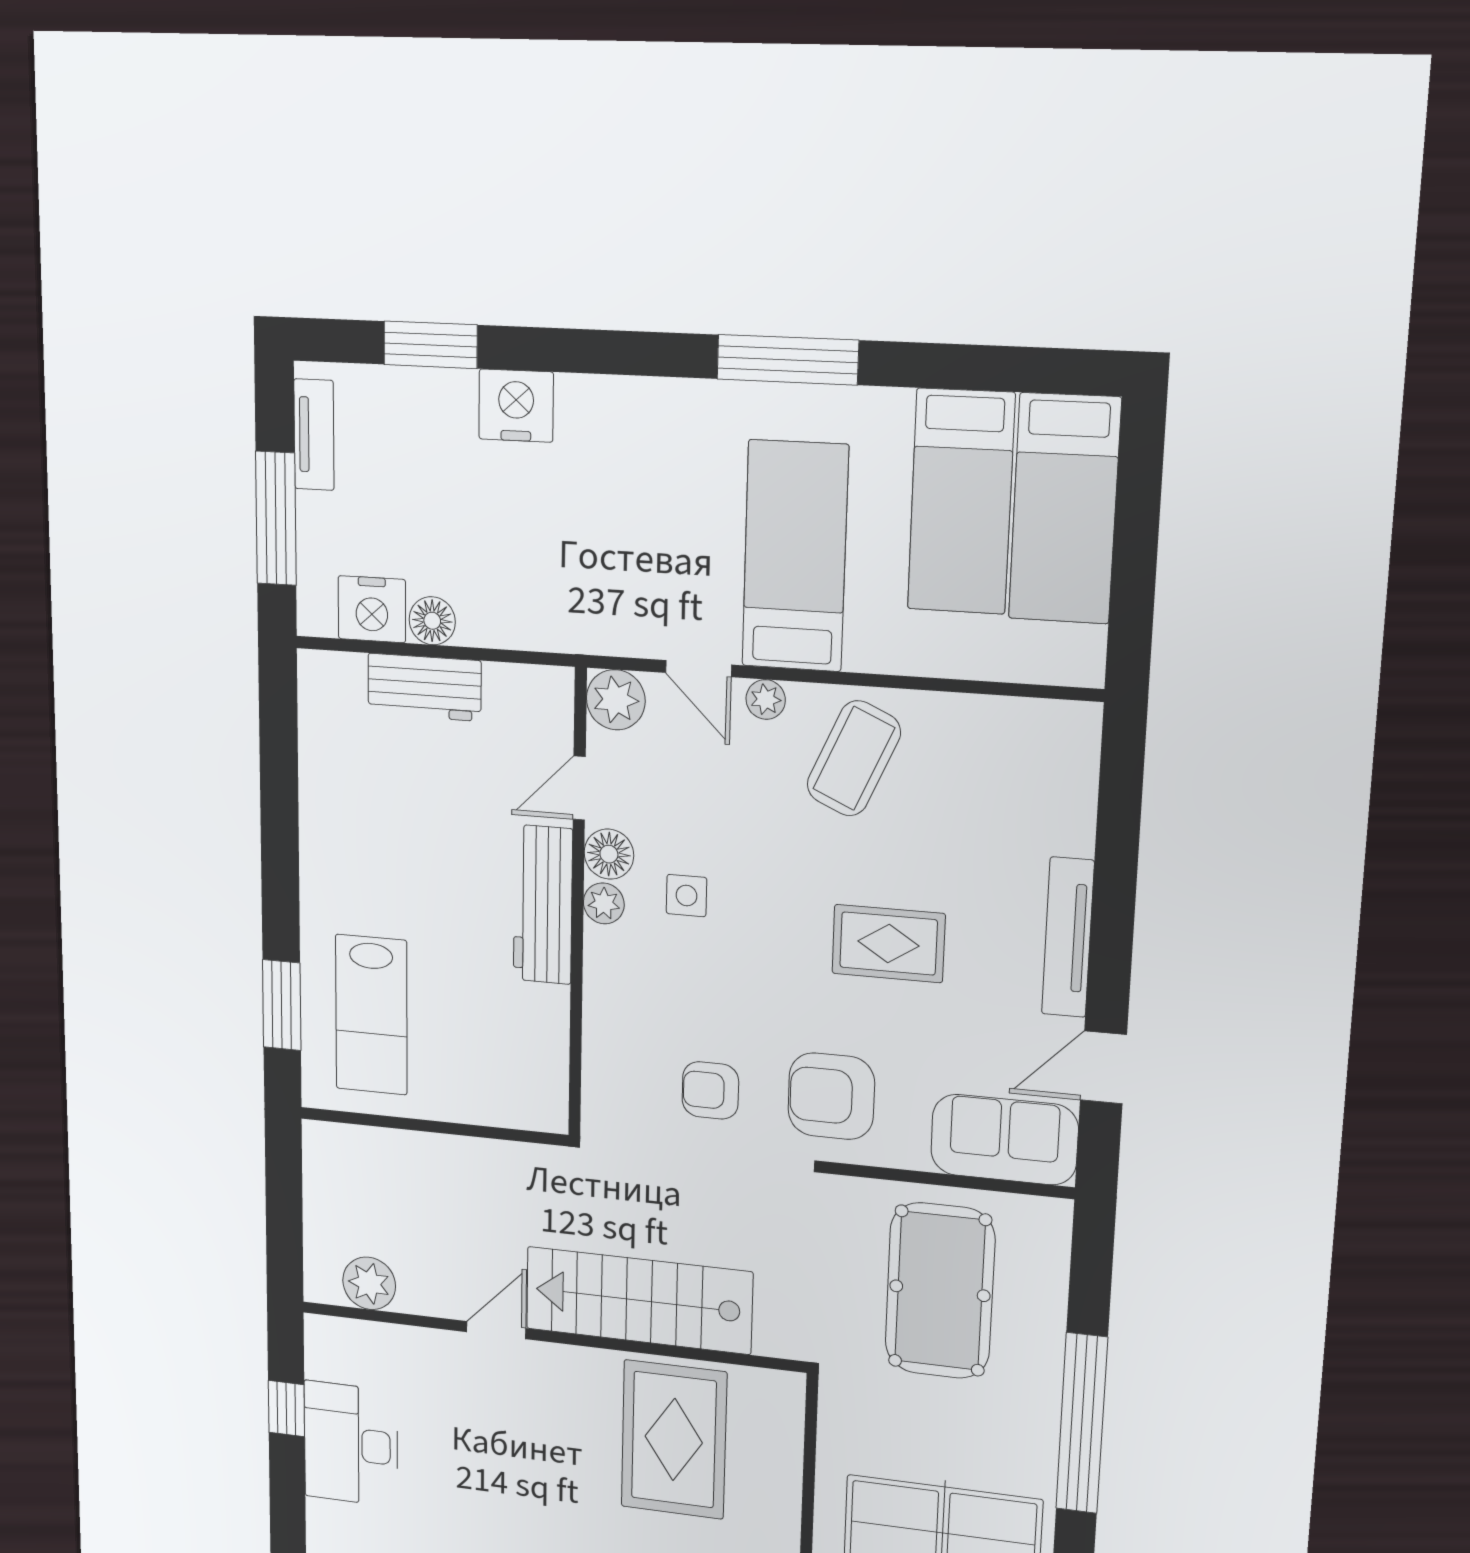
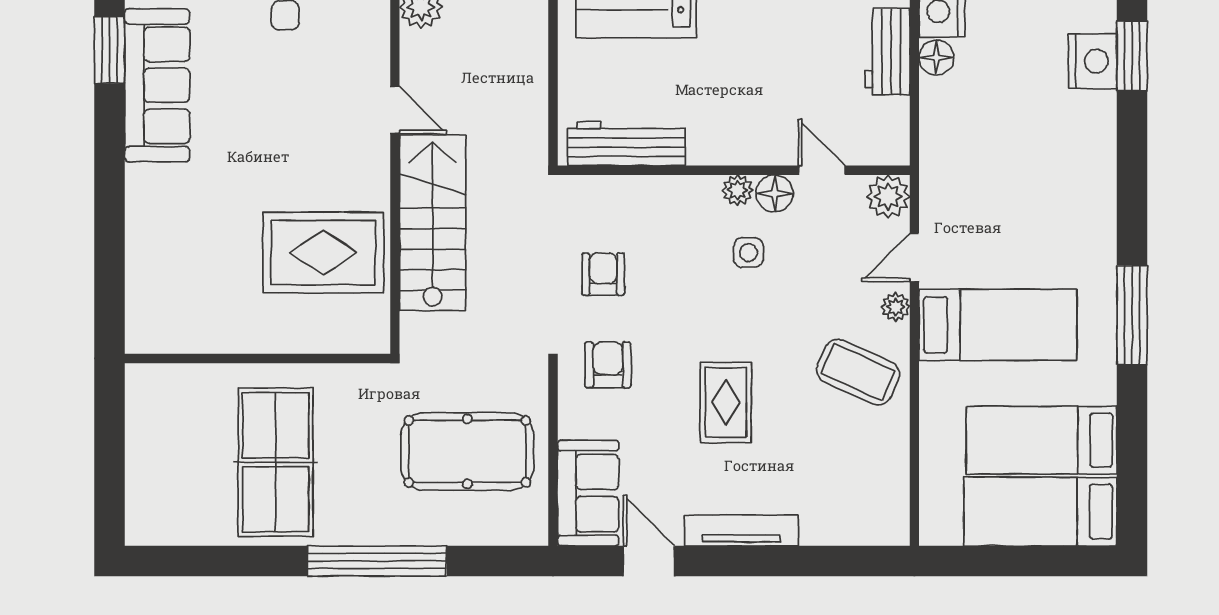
nightstand: (516, 406) -> (1093, 61), moved
workbench: (543, 905) -> (626, 144), moved
armchair: (831, 1096) -> (608, 365), width x0.72, depth x0.72

